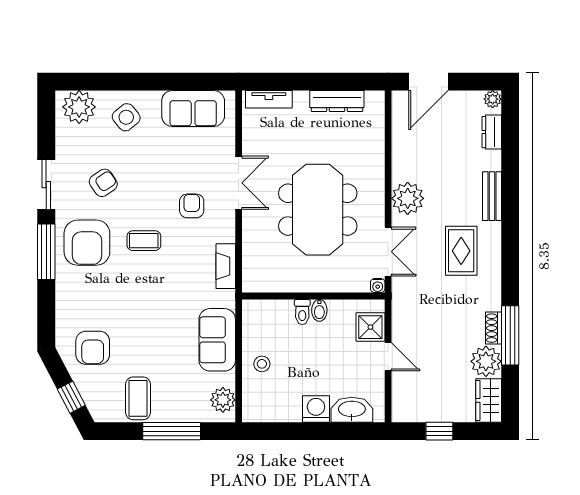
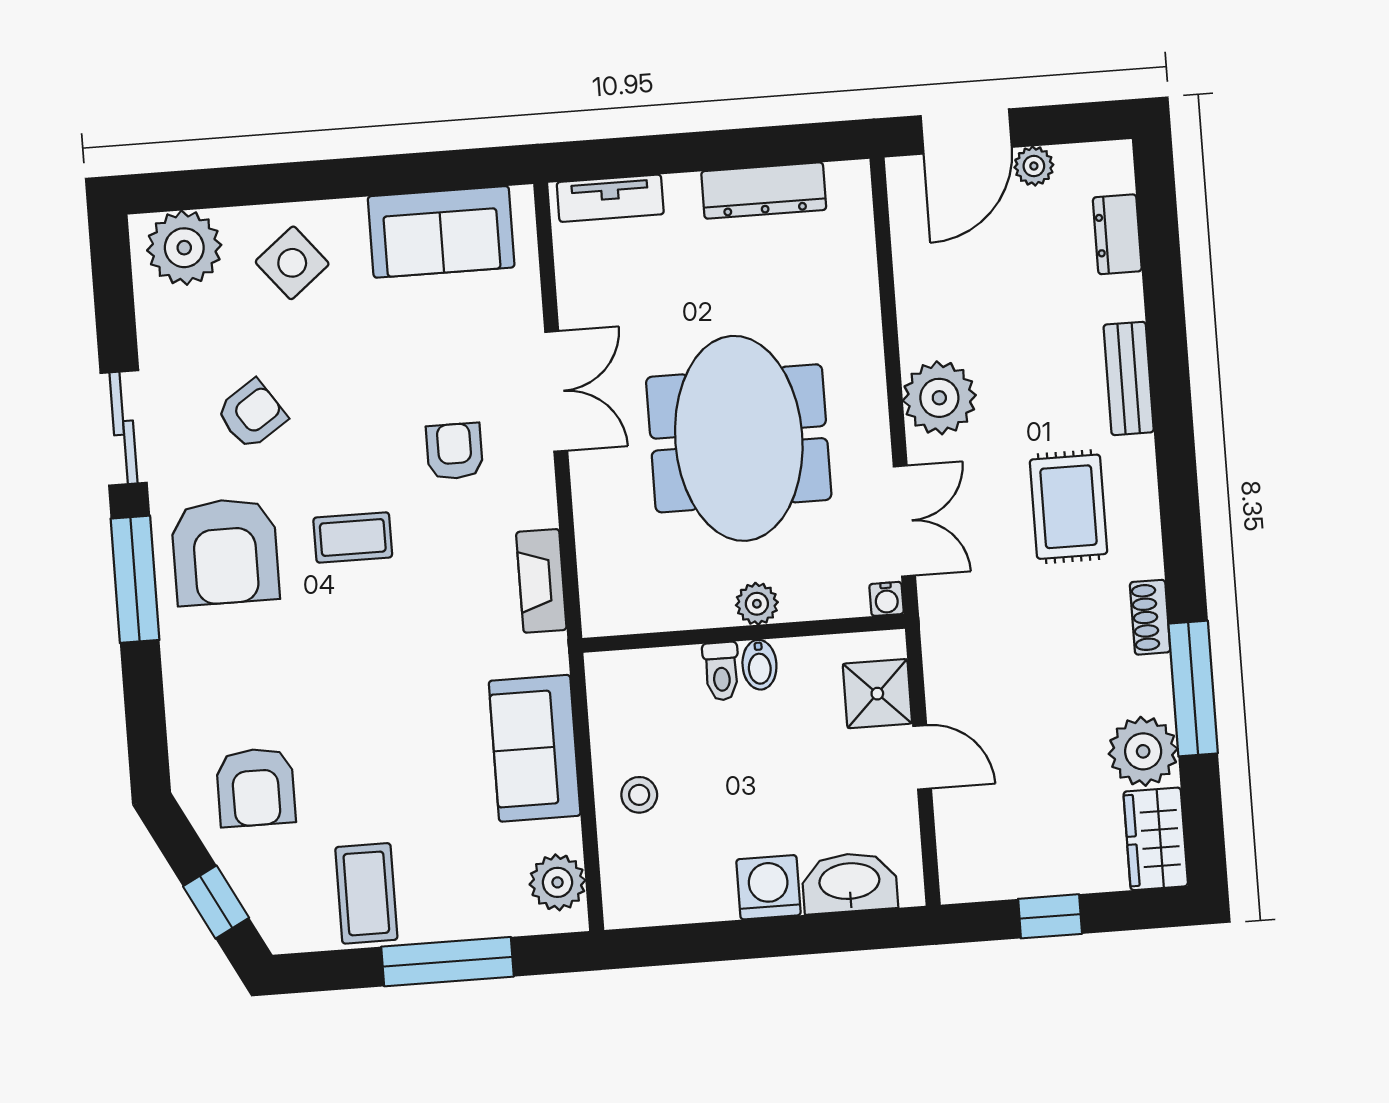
plant: (493, 99) -> (1034, 166), moved
plant: (320, 283) -> (757, 604), added
shoe rack: (494, 328) -> (1150, 617), moved

